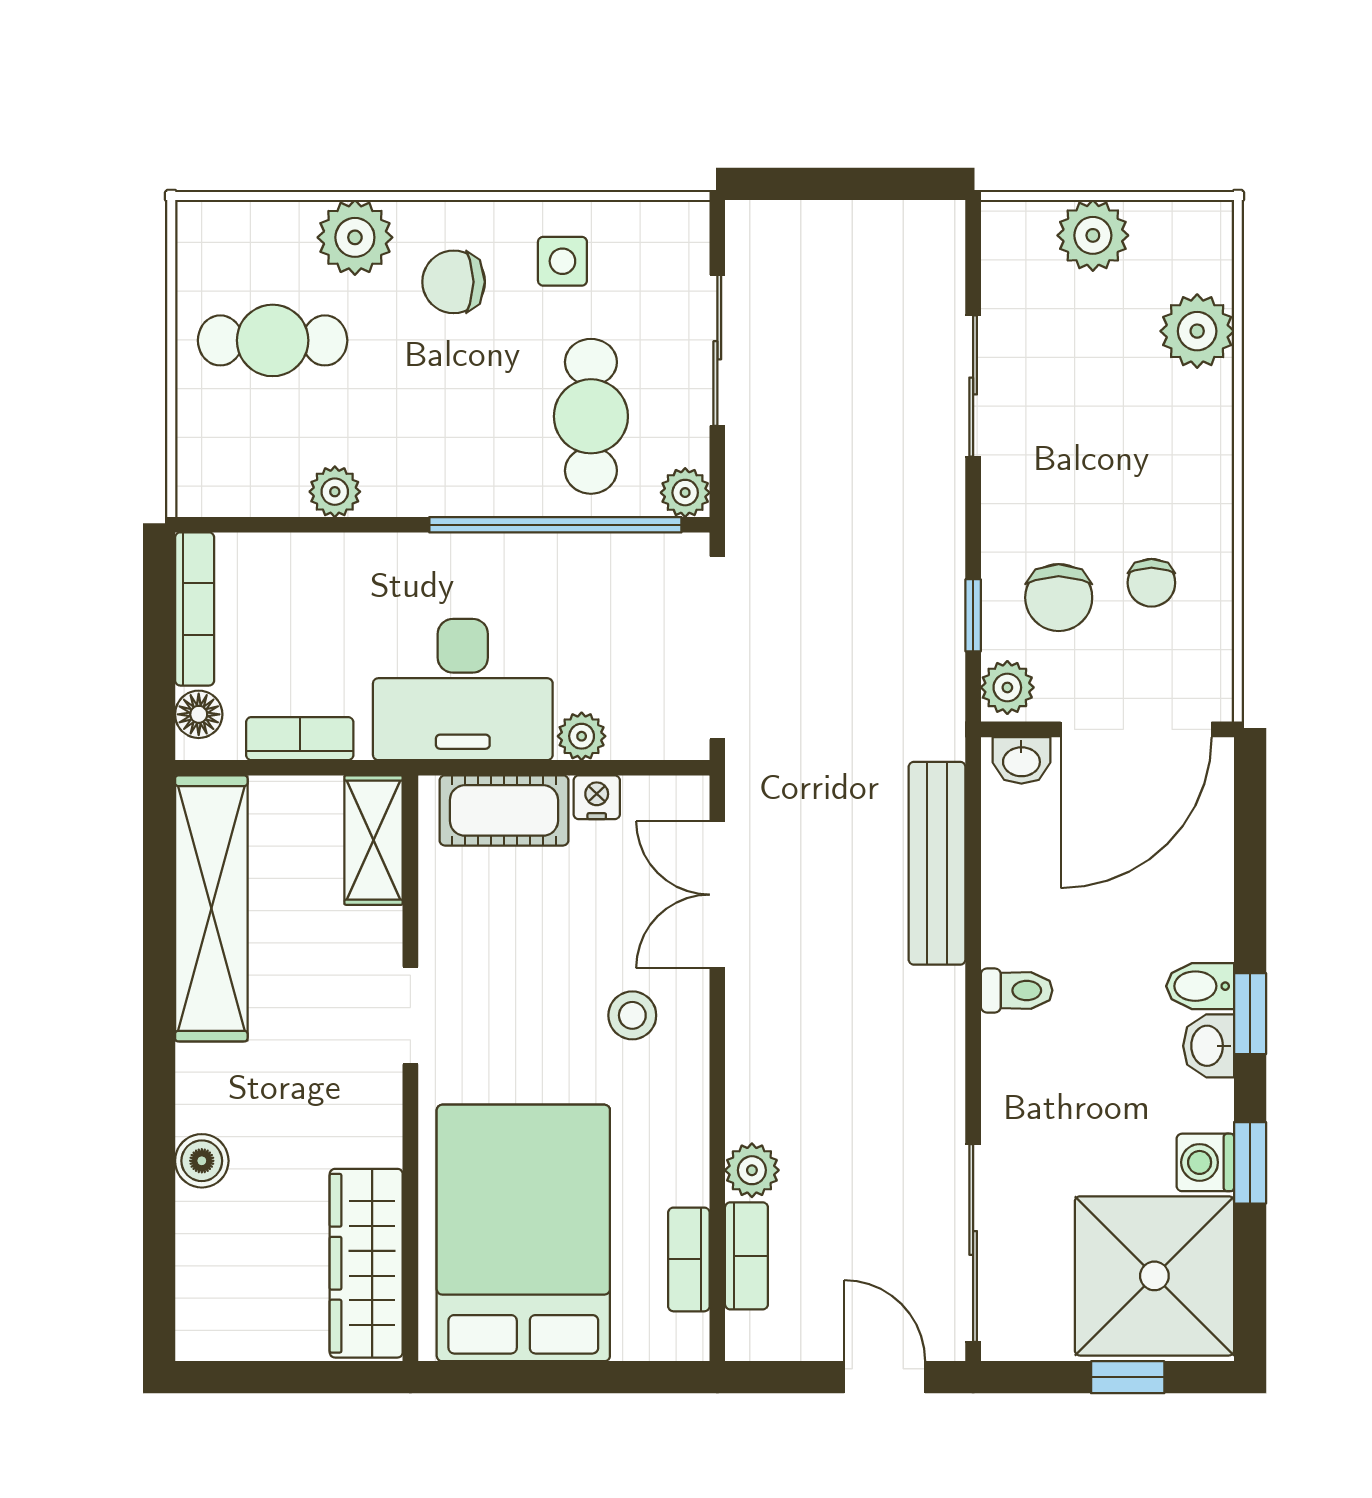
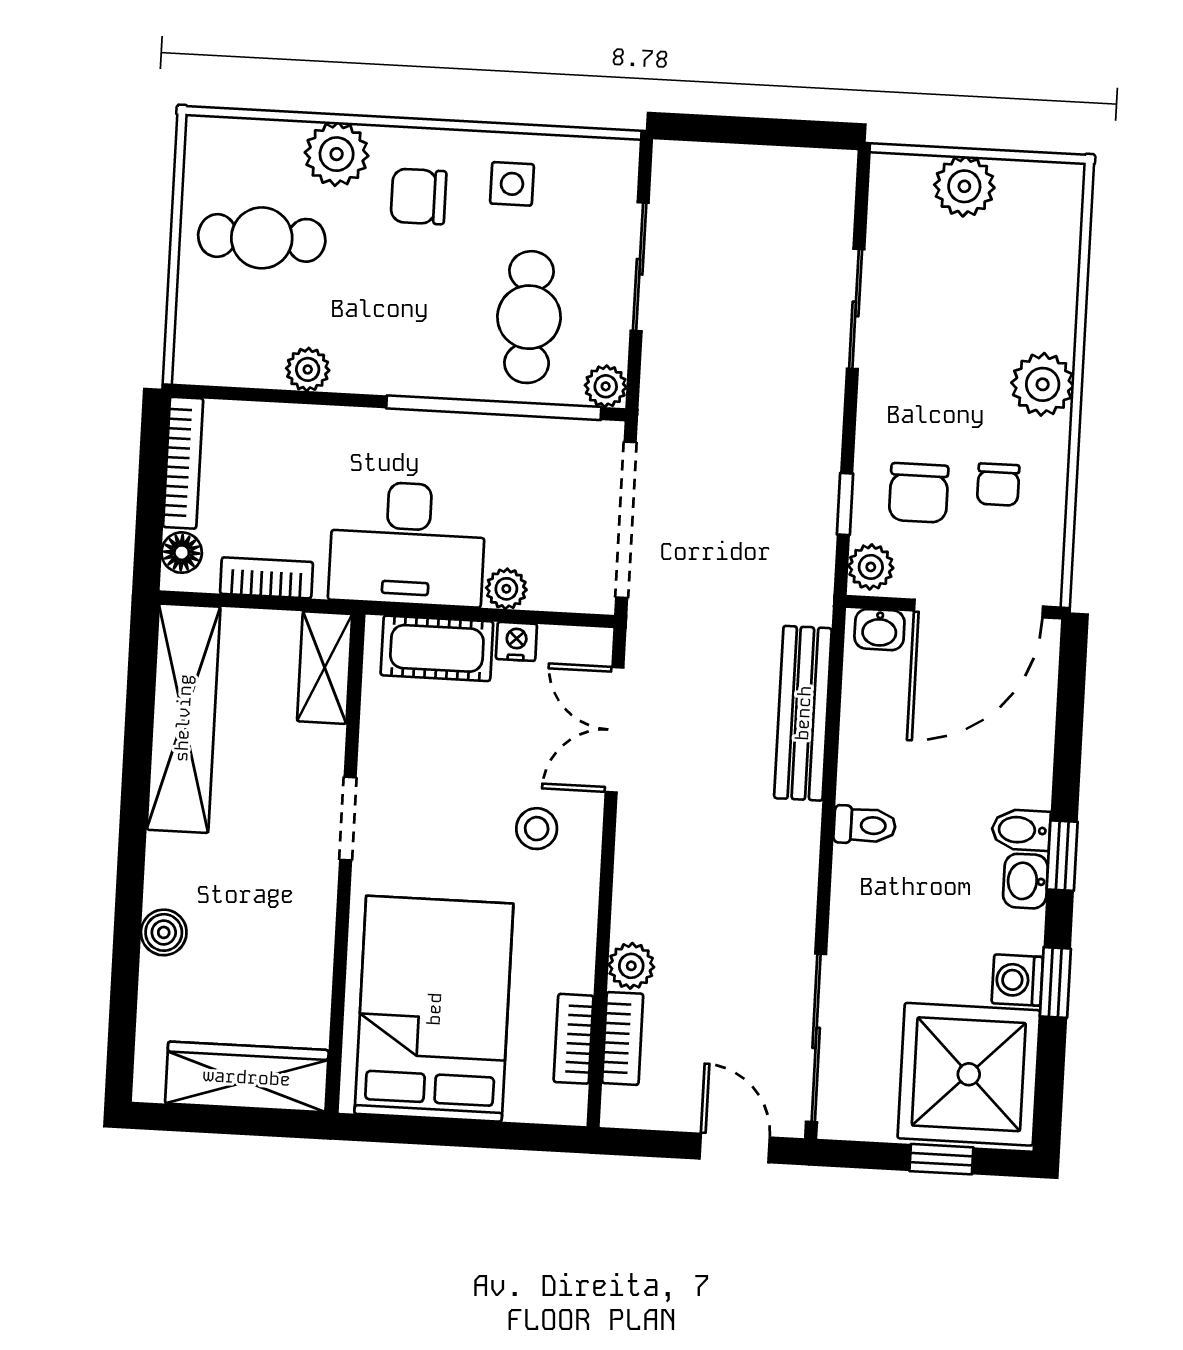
plant: (1197, 331) -> (1043, 384), moved
wardrobe: (366, 1263) -> (247, 1077), moved, turned 90

